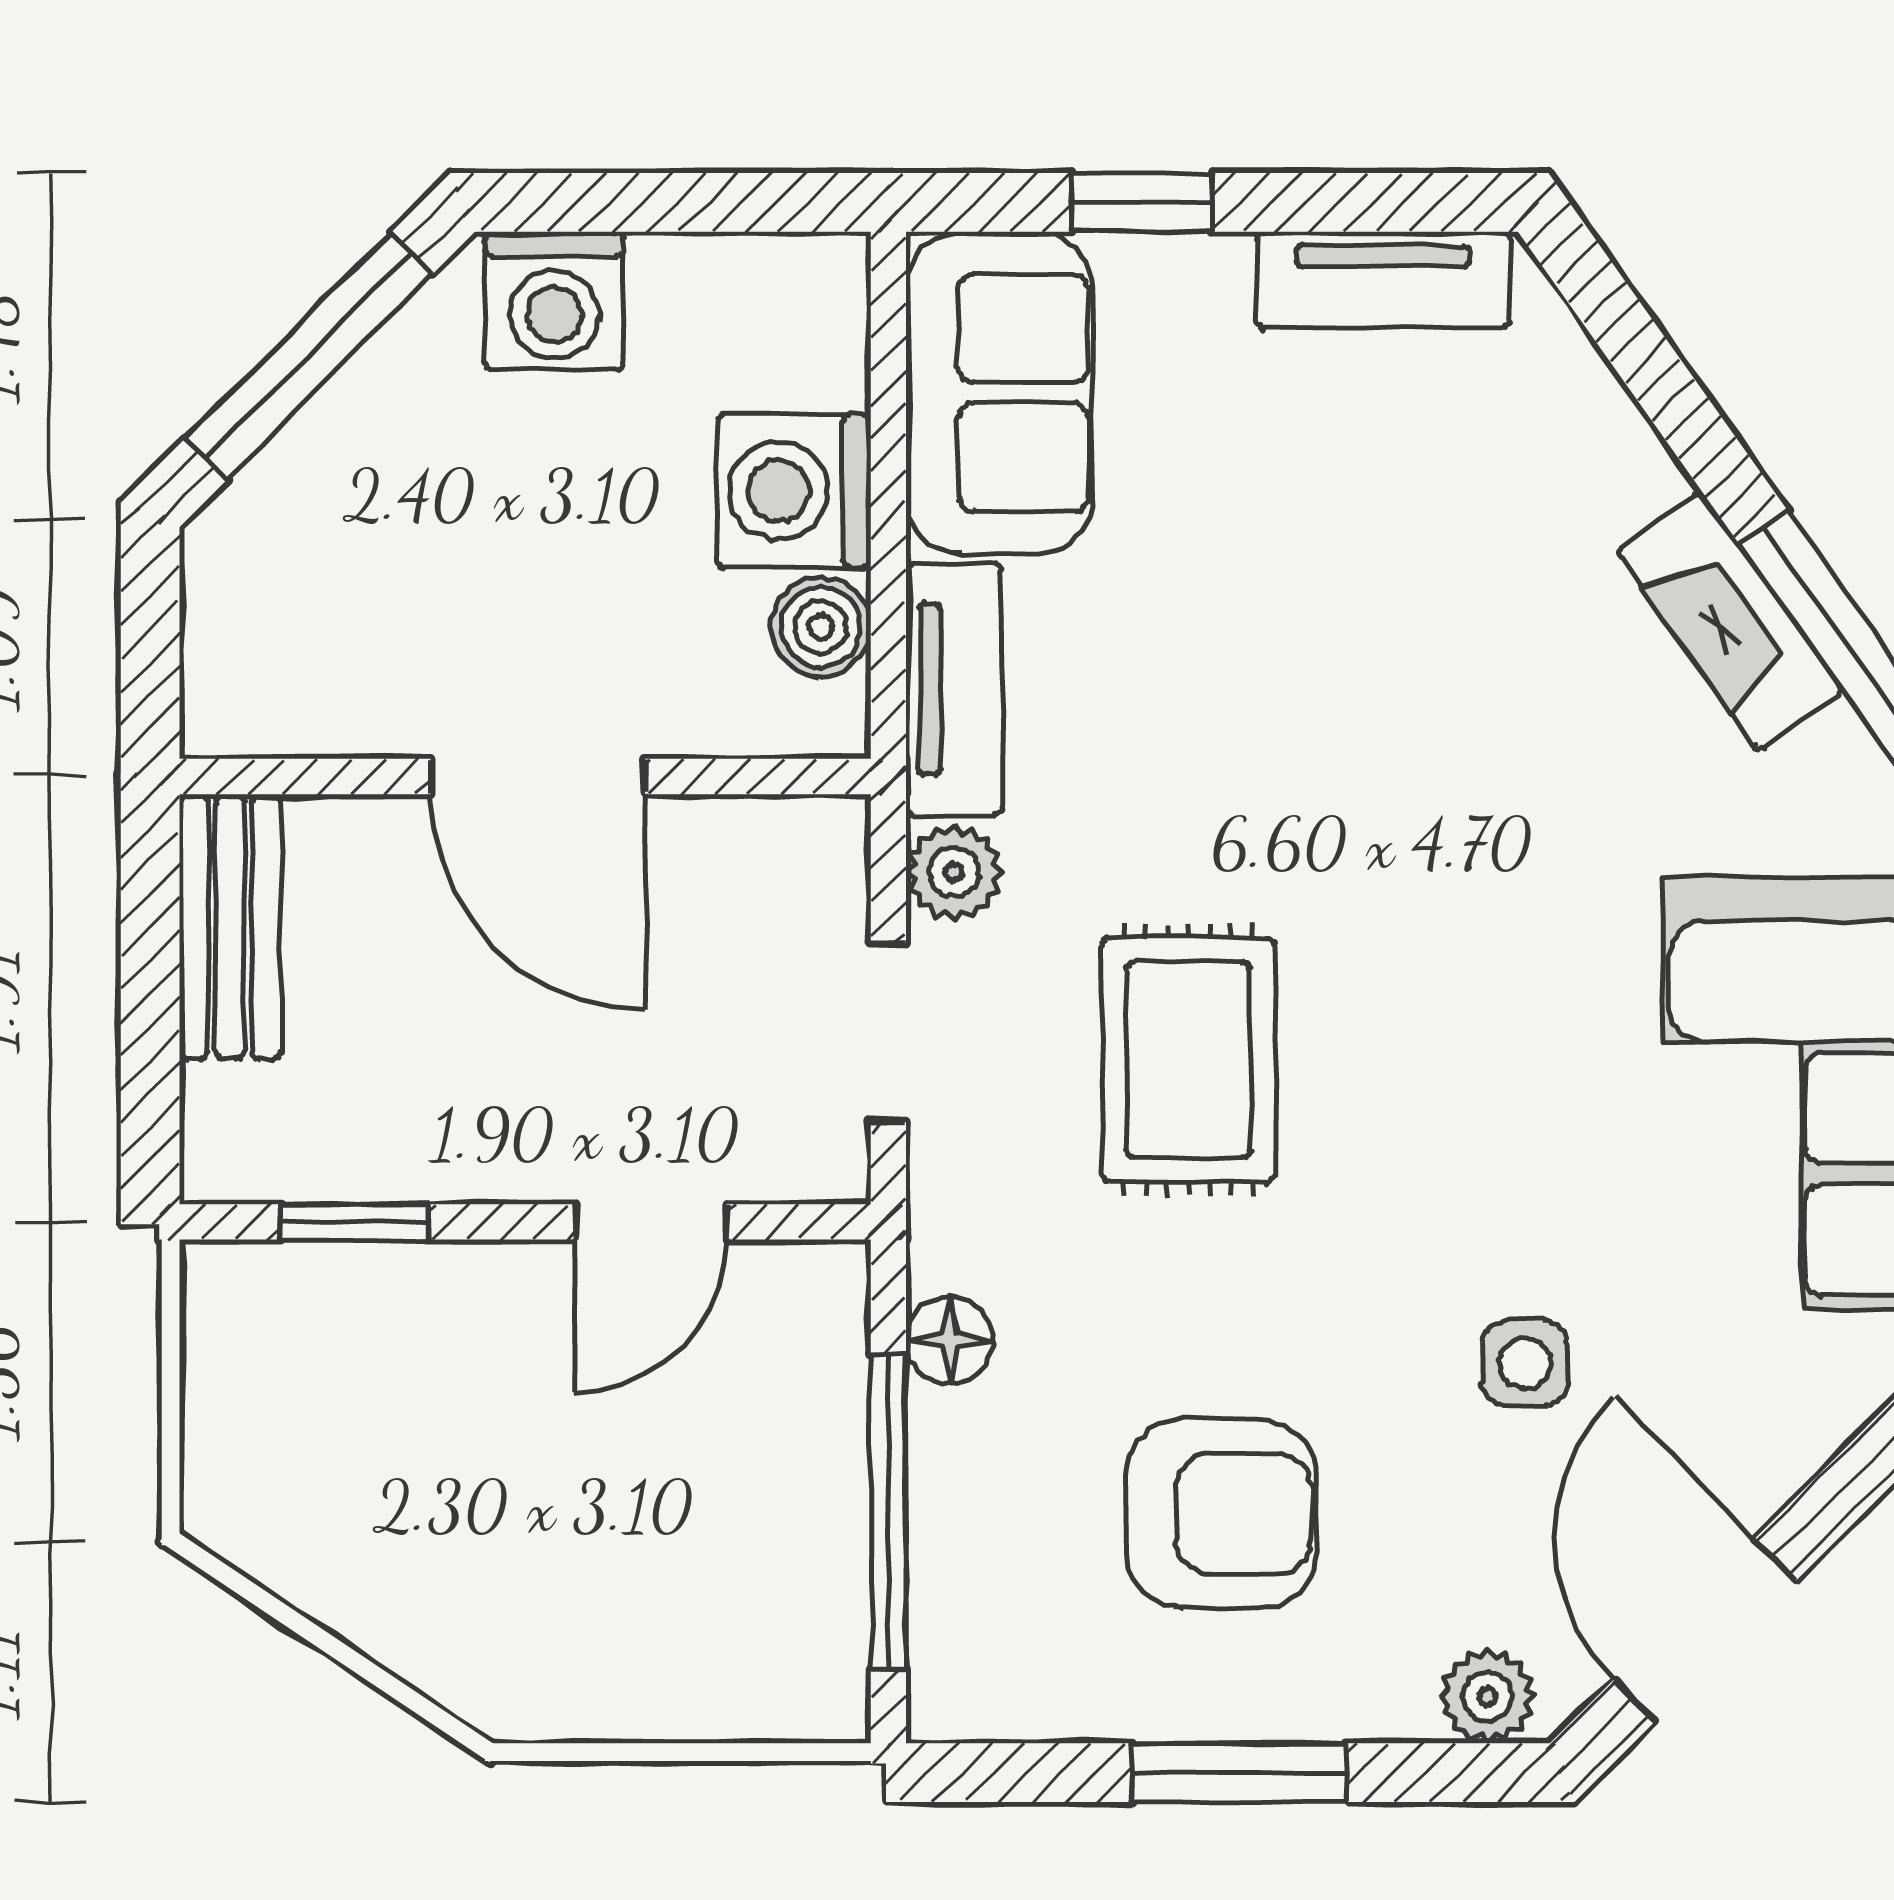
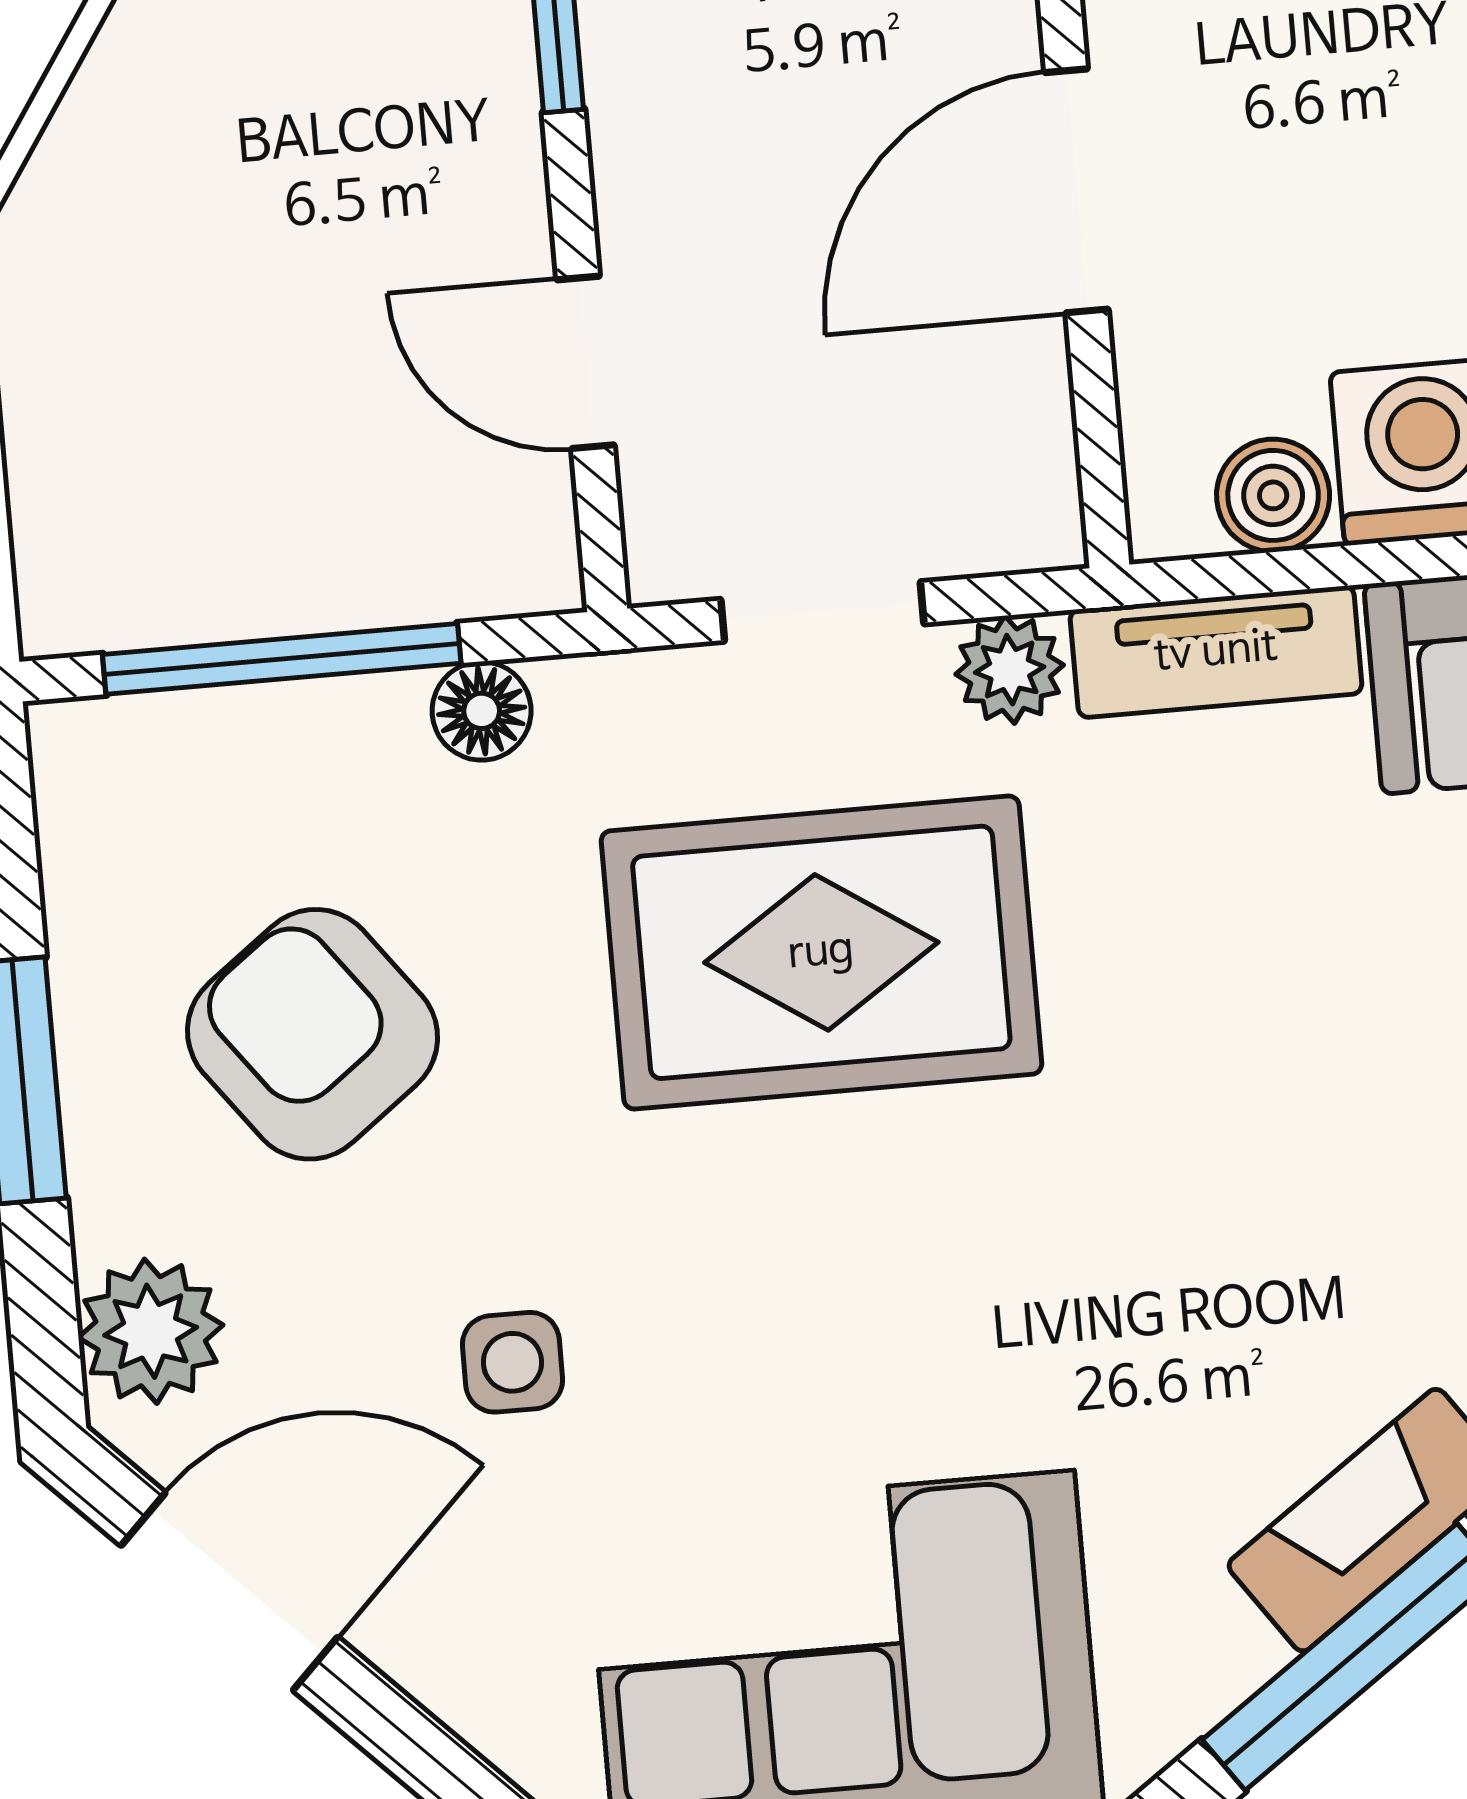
rug: (1188, 1060) -> (821, 952), width x1.36, depth x1.43
armchair: (1221, 1514) -> (313, 1034), turned 143
plant: (1487, 1697) -> (151, 1331), width x1.38, depth x1.38

